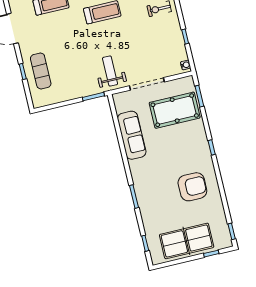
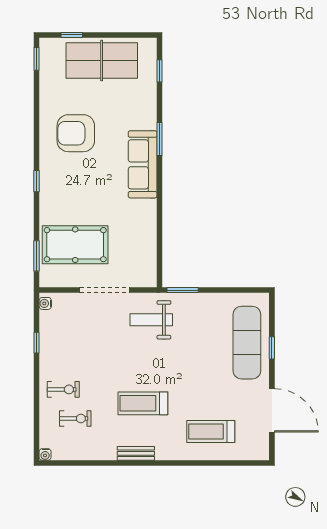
exercise mat: (41, 71) -> (247, 343), width x1.36, depth x1.45
weight bench: (110, 71) -> (151, 320), turned 90
sofa: (132, 135) -> (143, 164), moved

